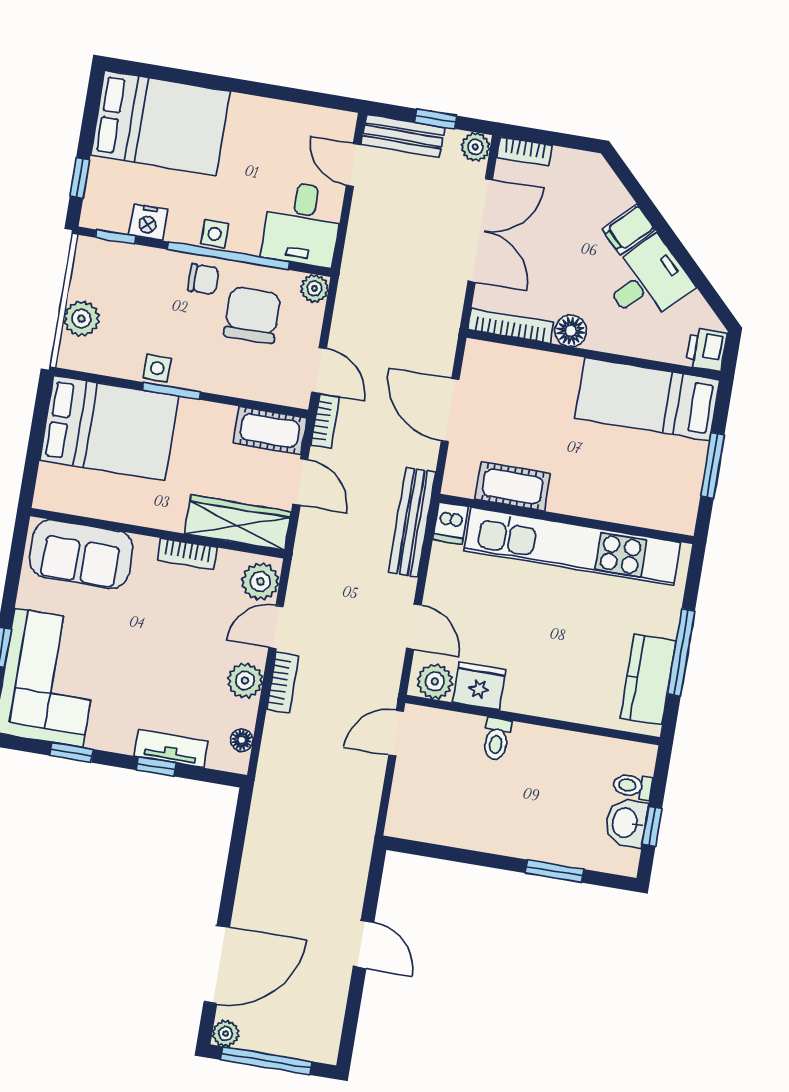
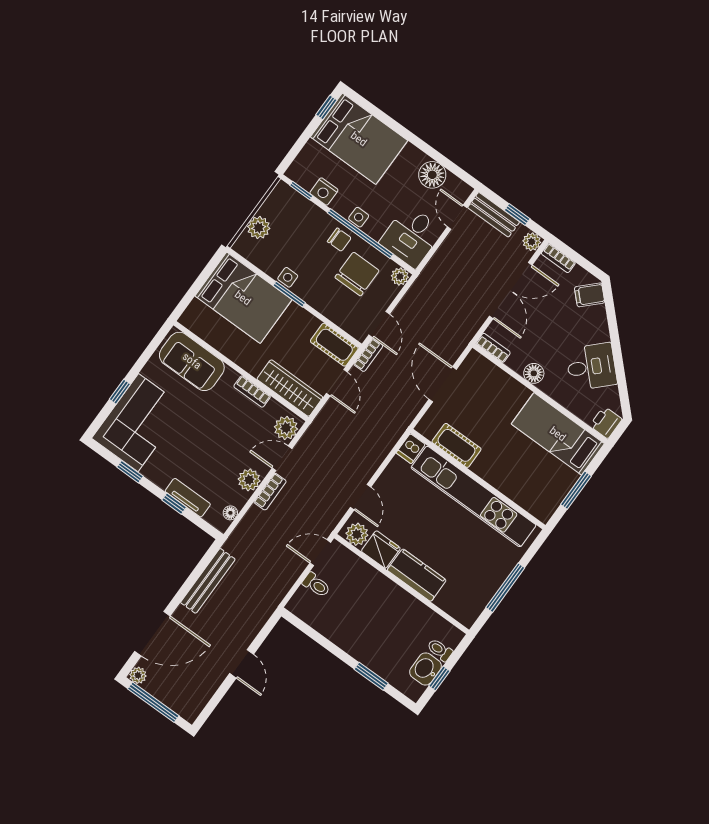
floor lamp: (289, 123) -> (432, 175), added
window: (80, 178) -> (326, 107), moved
filing cabinet: (629, 229) -> (590, 295), moved
bookcase: (511, 326) -> (493, 348), width x0.64
bench: (412, 522) -> (208, 581), moved
kitchen counter: (648, 679) -> (417, 575), moved, turned 90
toilet: (497, 739) -> (316, 585), moved, turned -90

